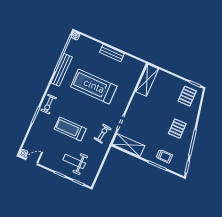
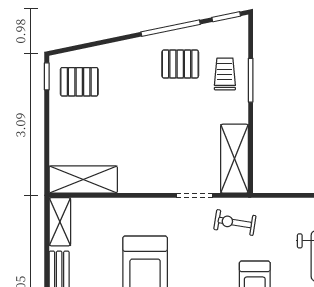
shelving: (134, 63) -> (60, 222), added
pallet: (177, 129) -> (180, 64), moved

